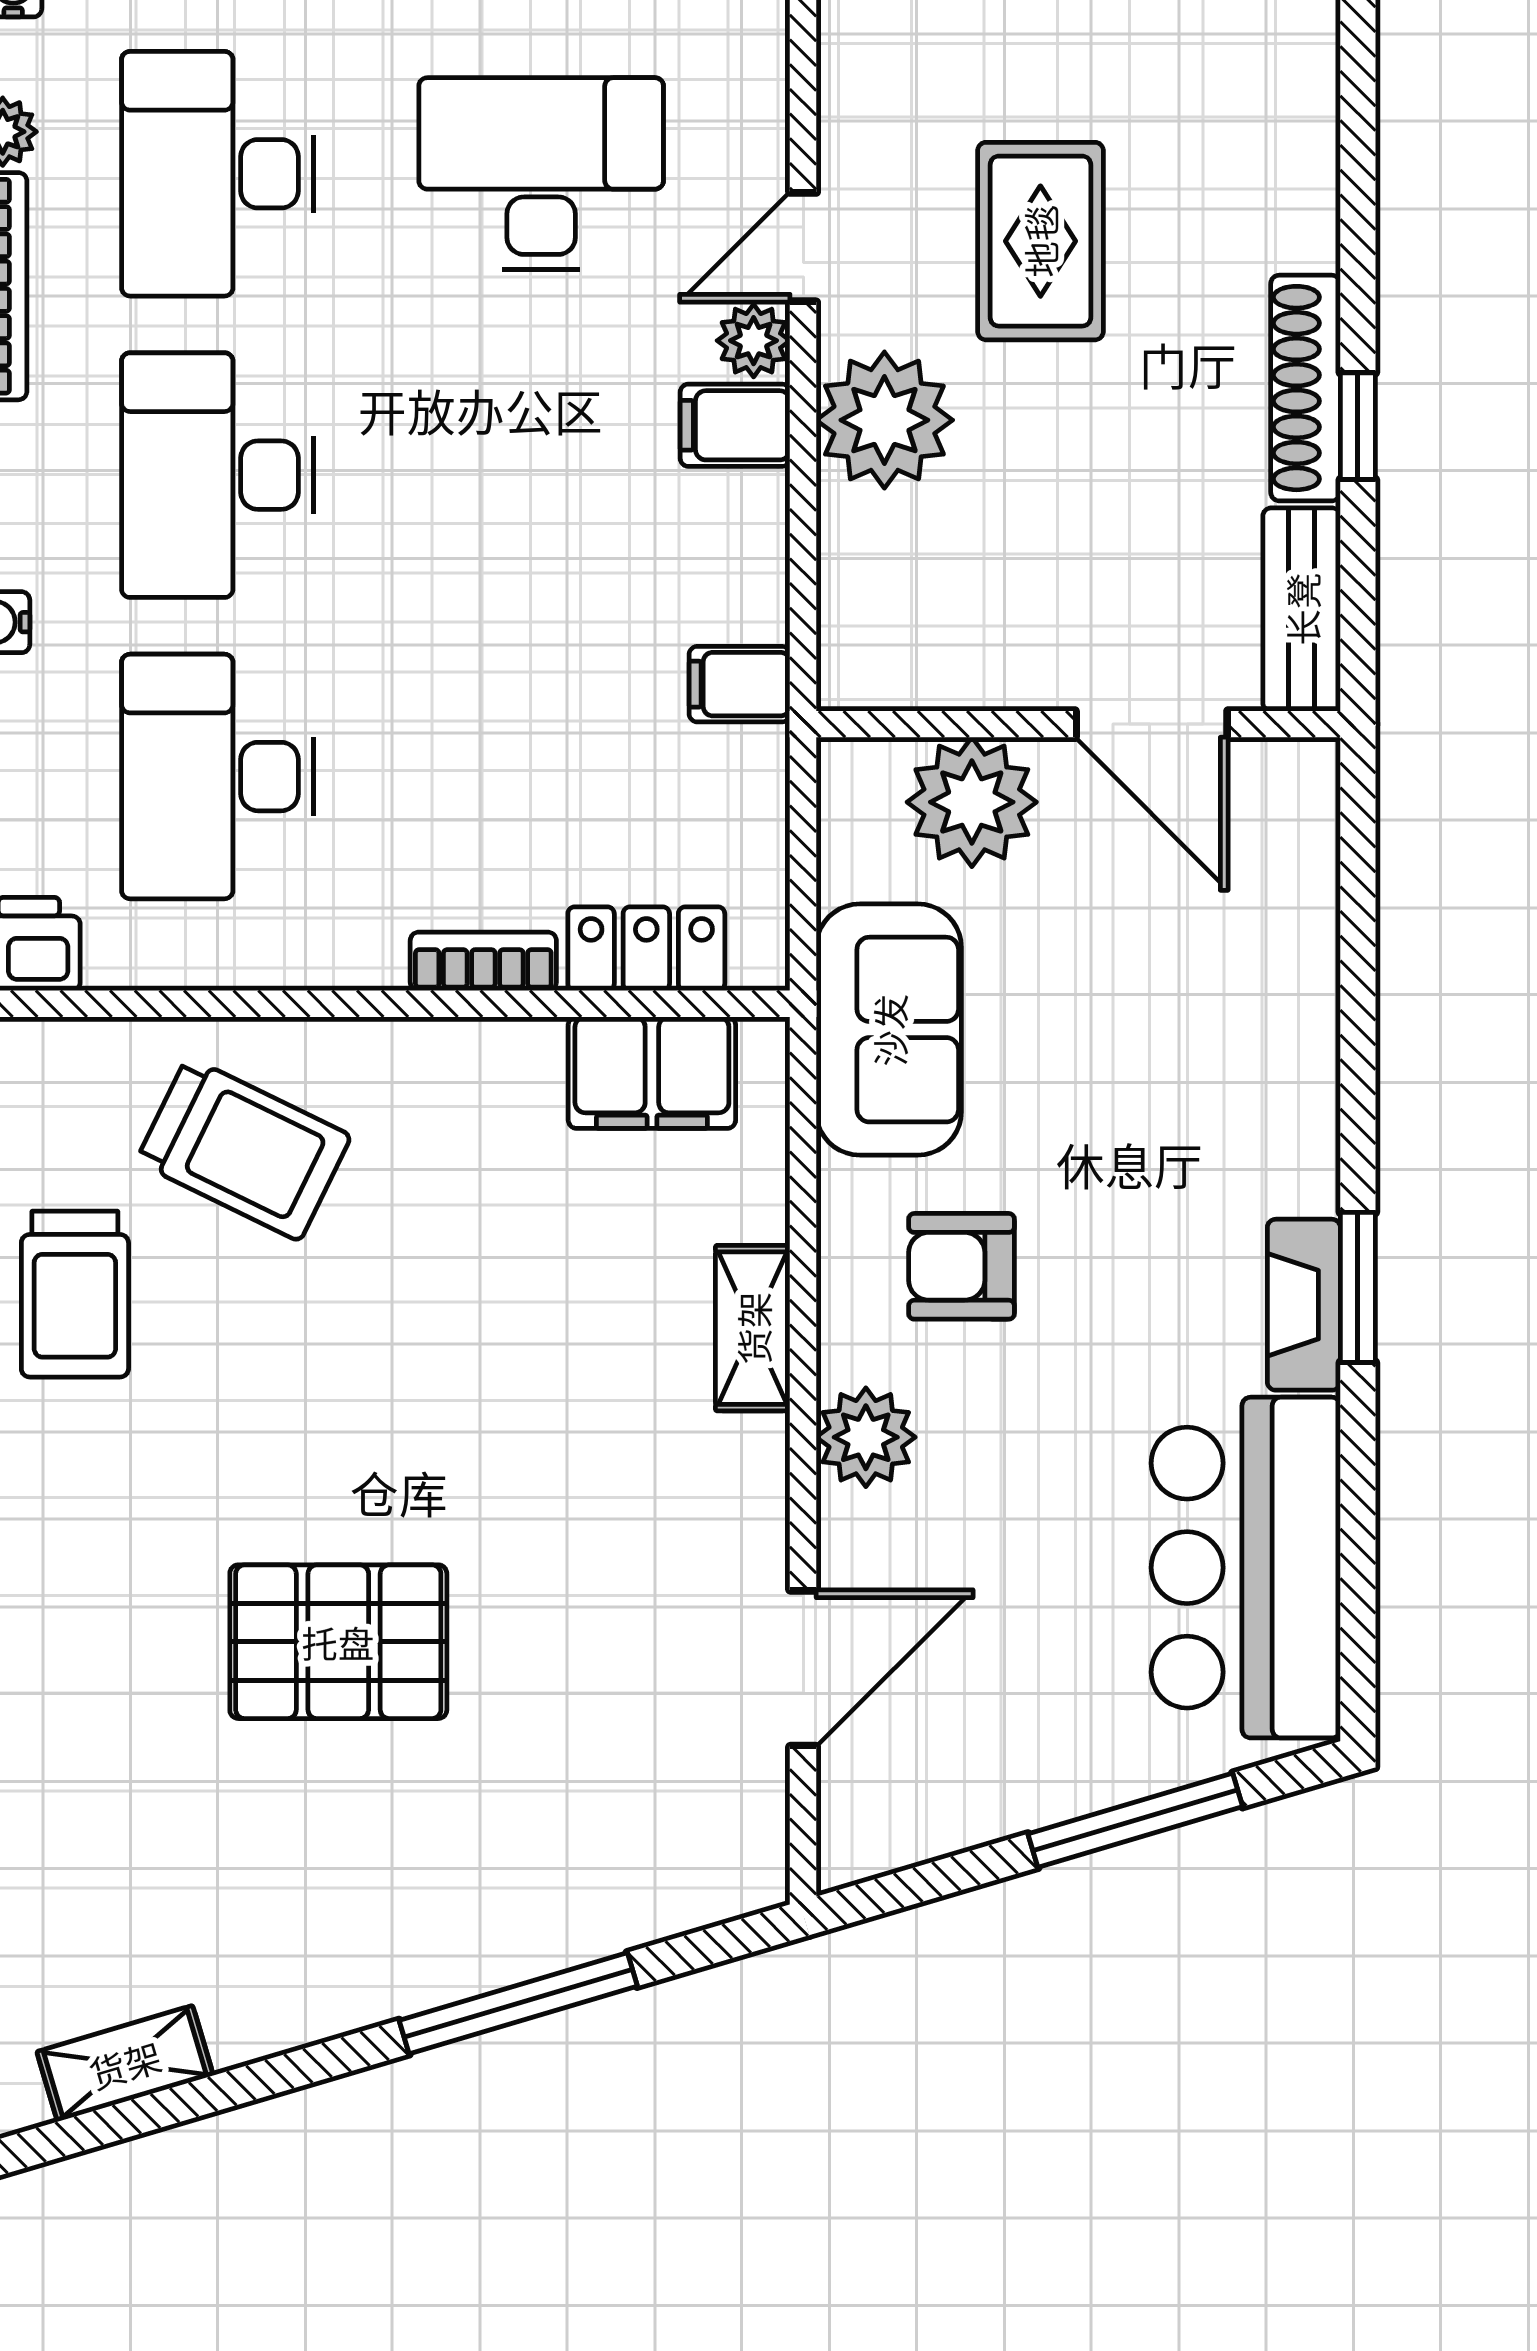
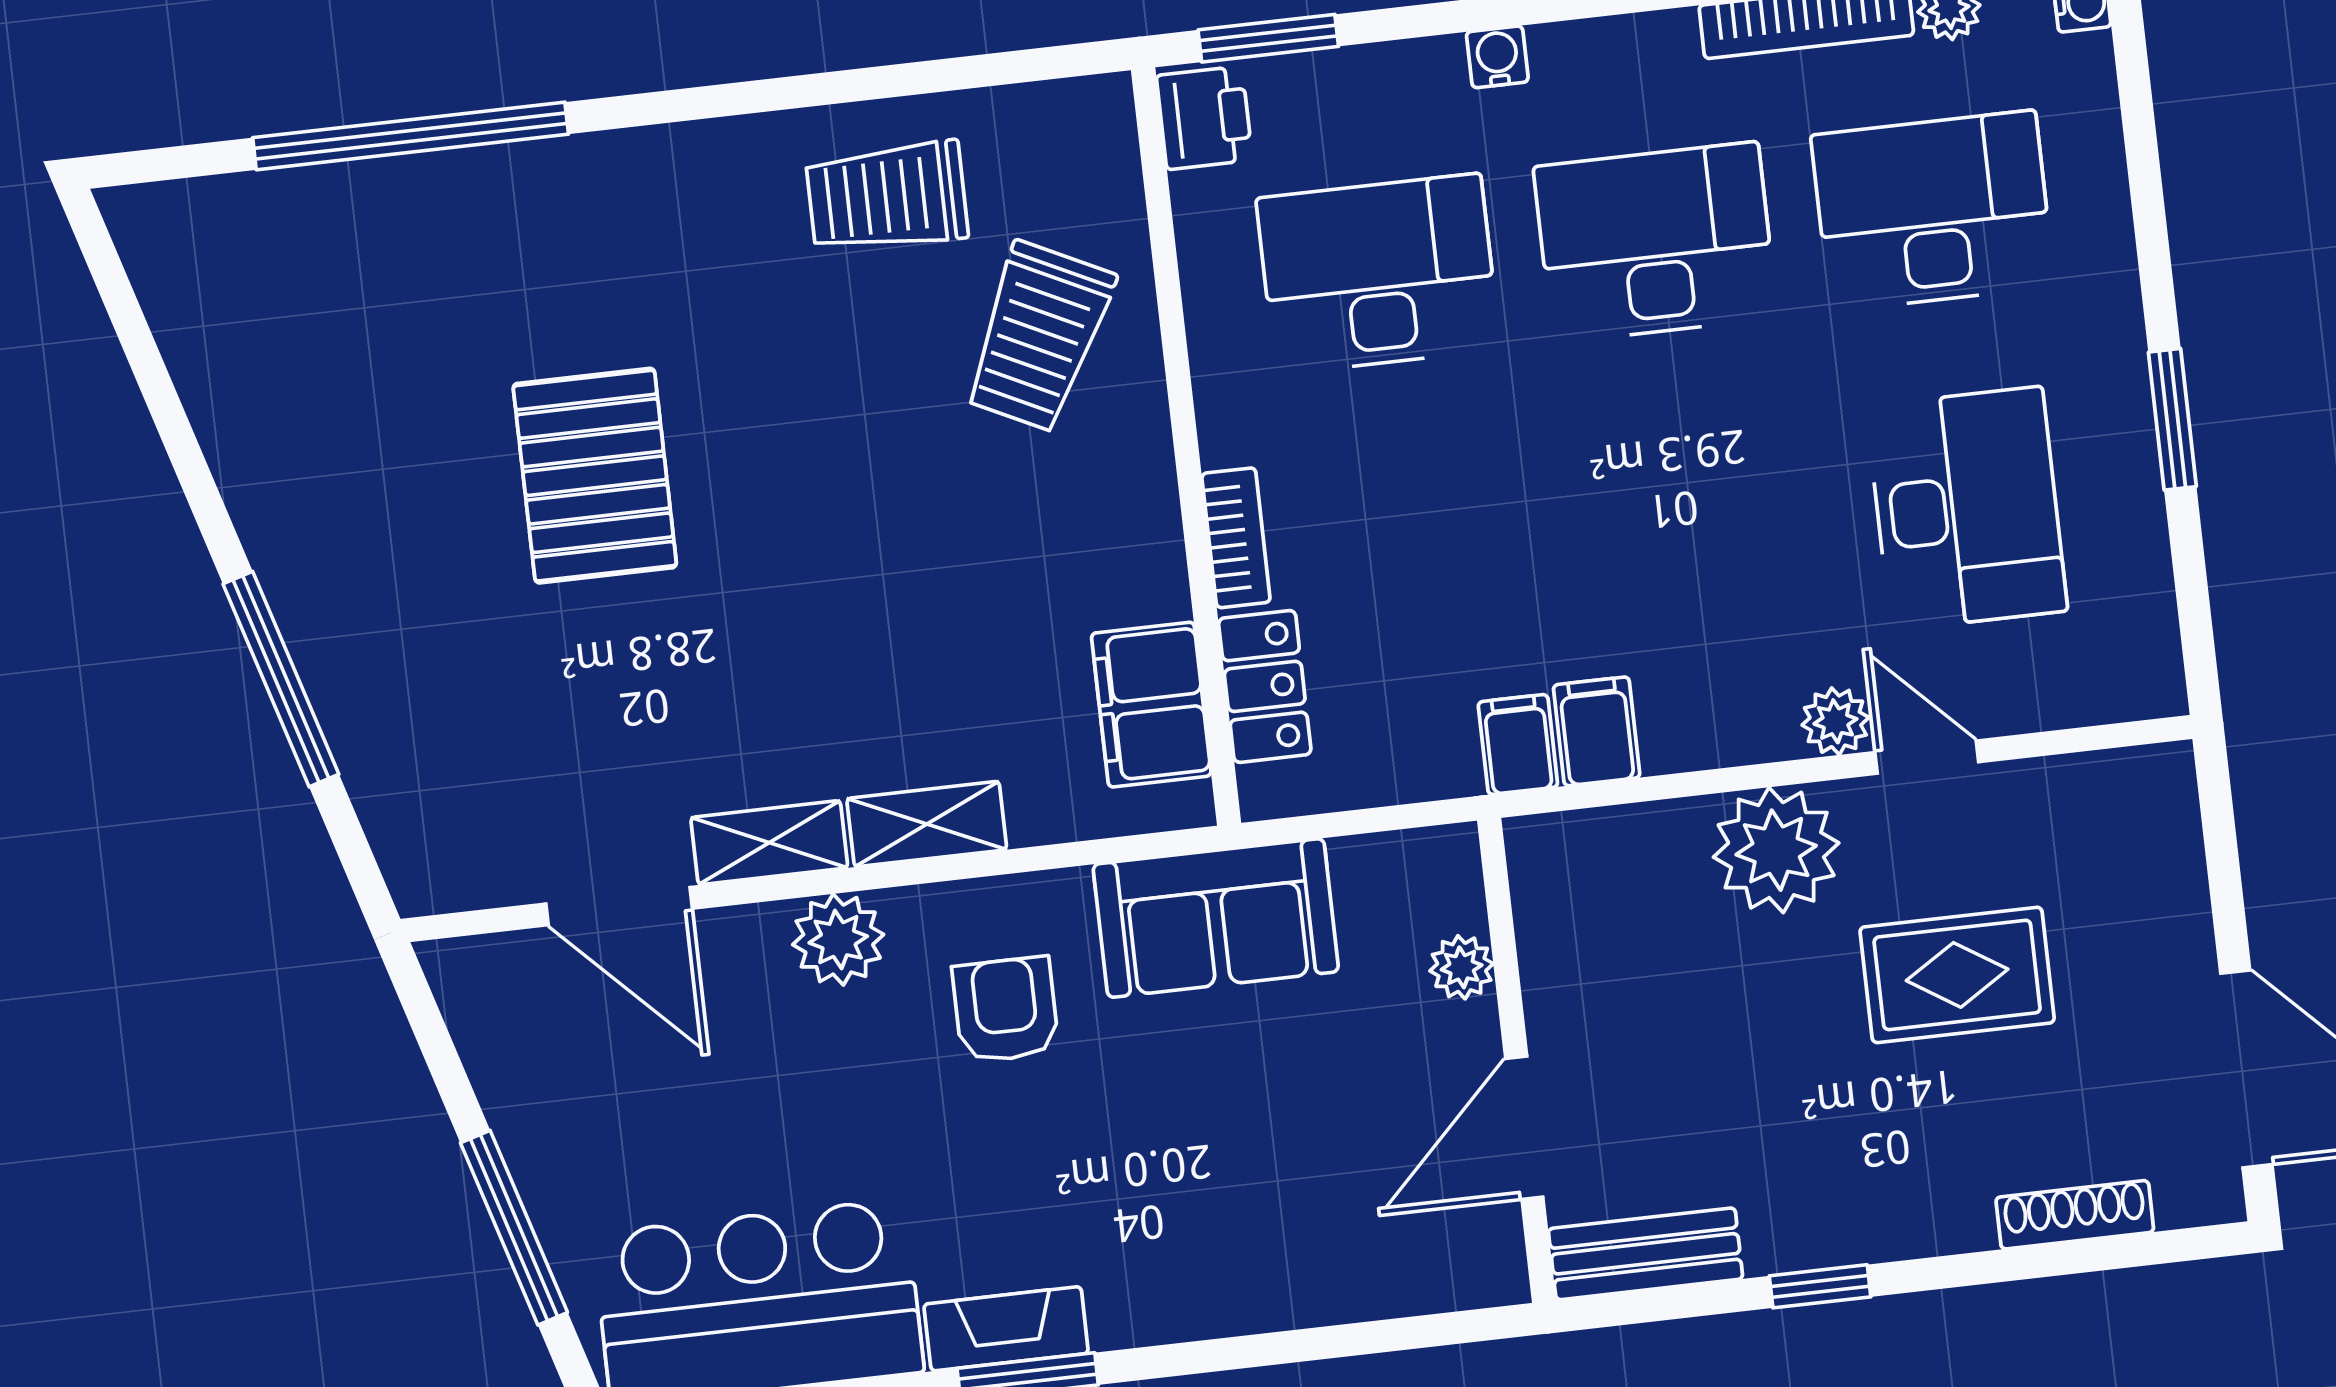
shoe rack: (1306, 388) -> (2075, 1215), moved, width x0.74, depth x0.81
filing cabinet: (735, 425) -> (1597, 731), moved
plant: (972, 802) -> (1462, 967), width x0.53, depth x0.53
shelving: (125, 2064) -> (769, 843), moved, turned -73

